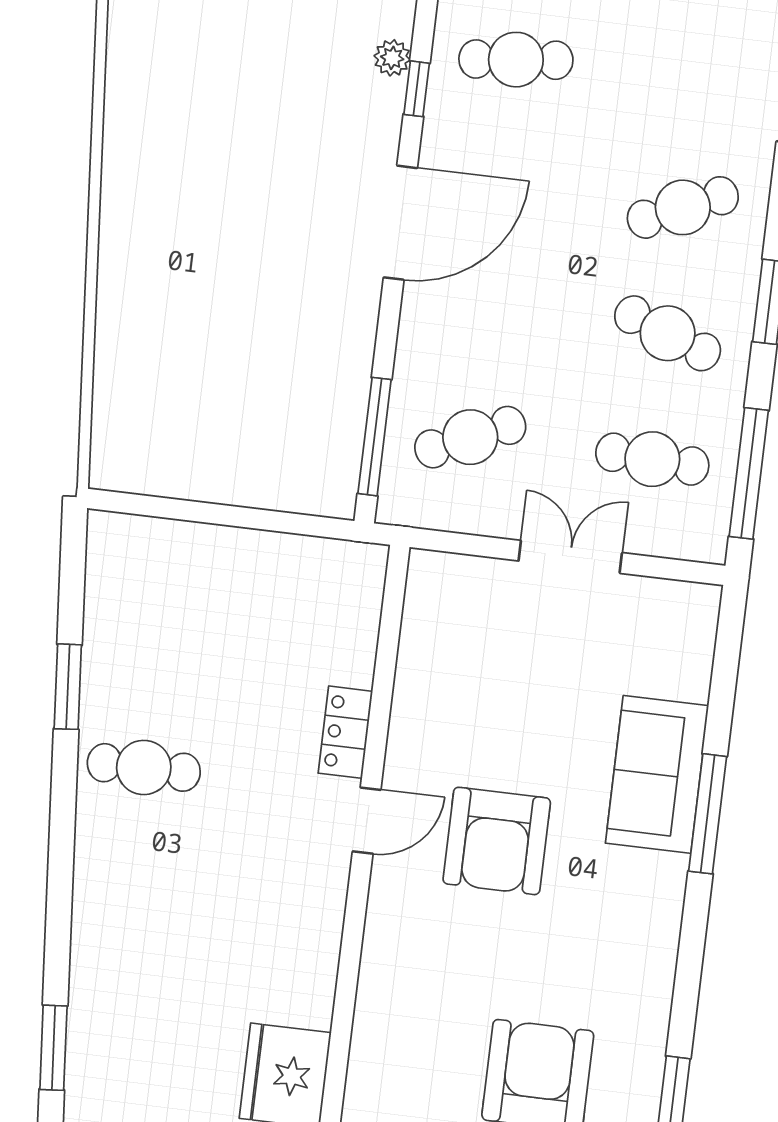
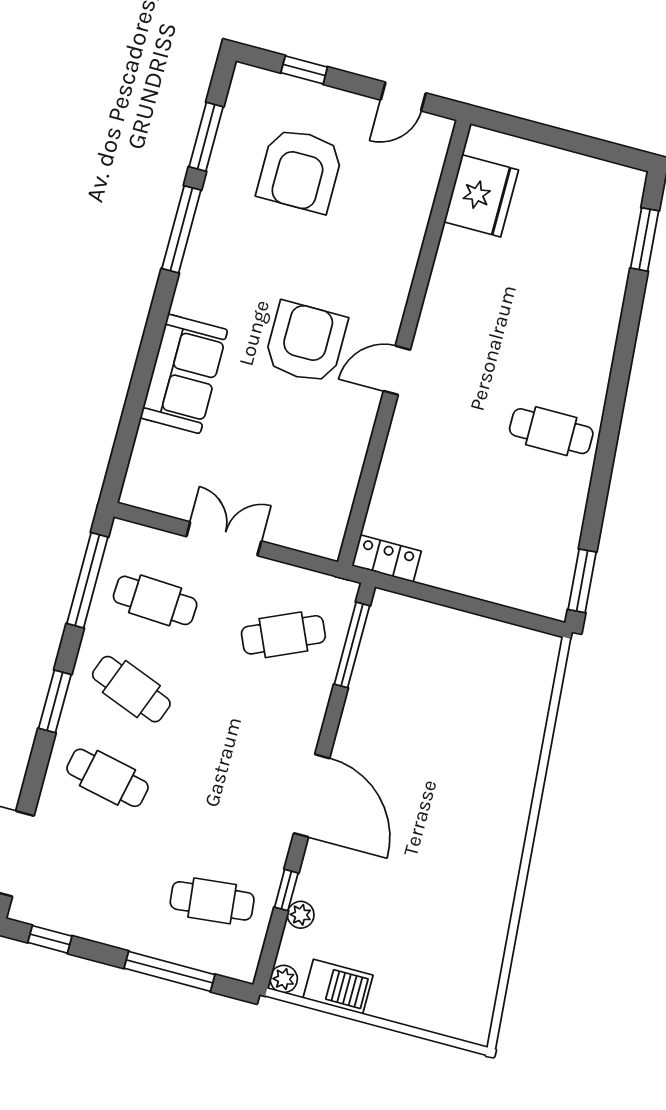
cafe table: (683, 207) -> (108, 778), turned 36
door: (400, 223) -> (312, 796), swing flipped
double door: (570, 557) -> (224, 539), swing flipped
window: (68, 687) -> (582, 581), moved
locker: (345, 732) -> (387, 558), moved, turned -90
window: (708, 814) -> (181, 229), moved

